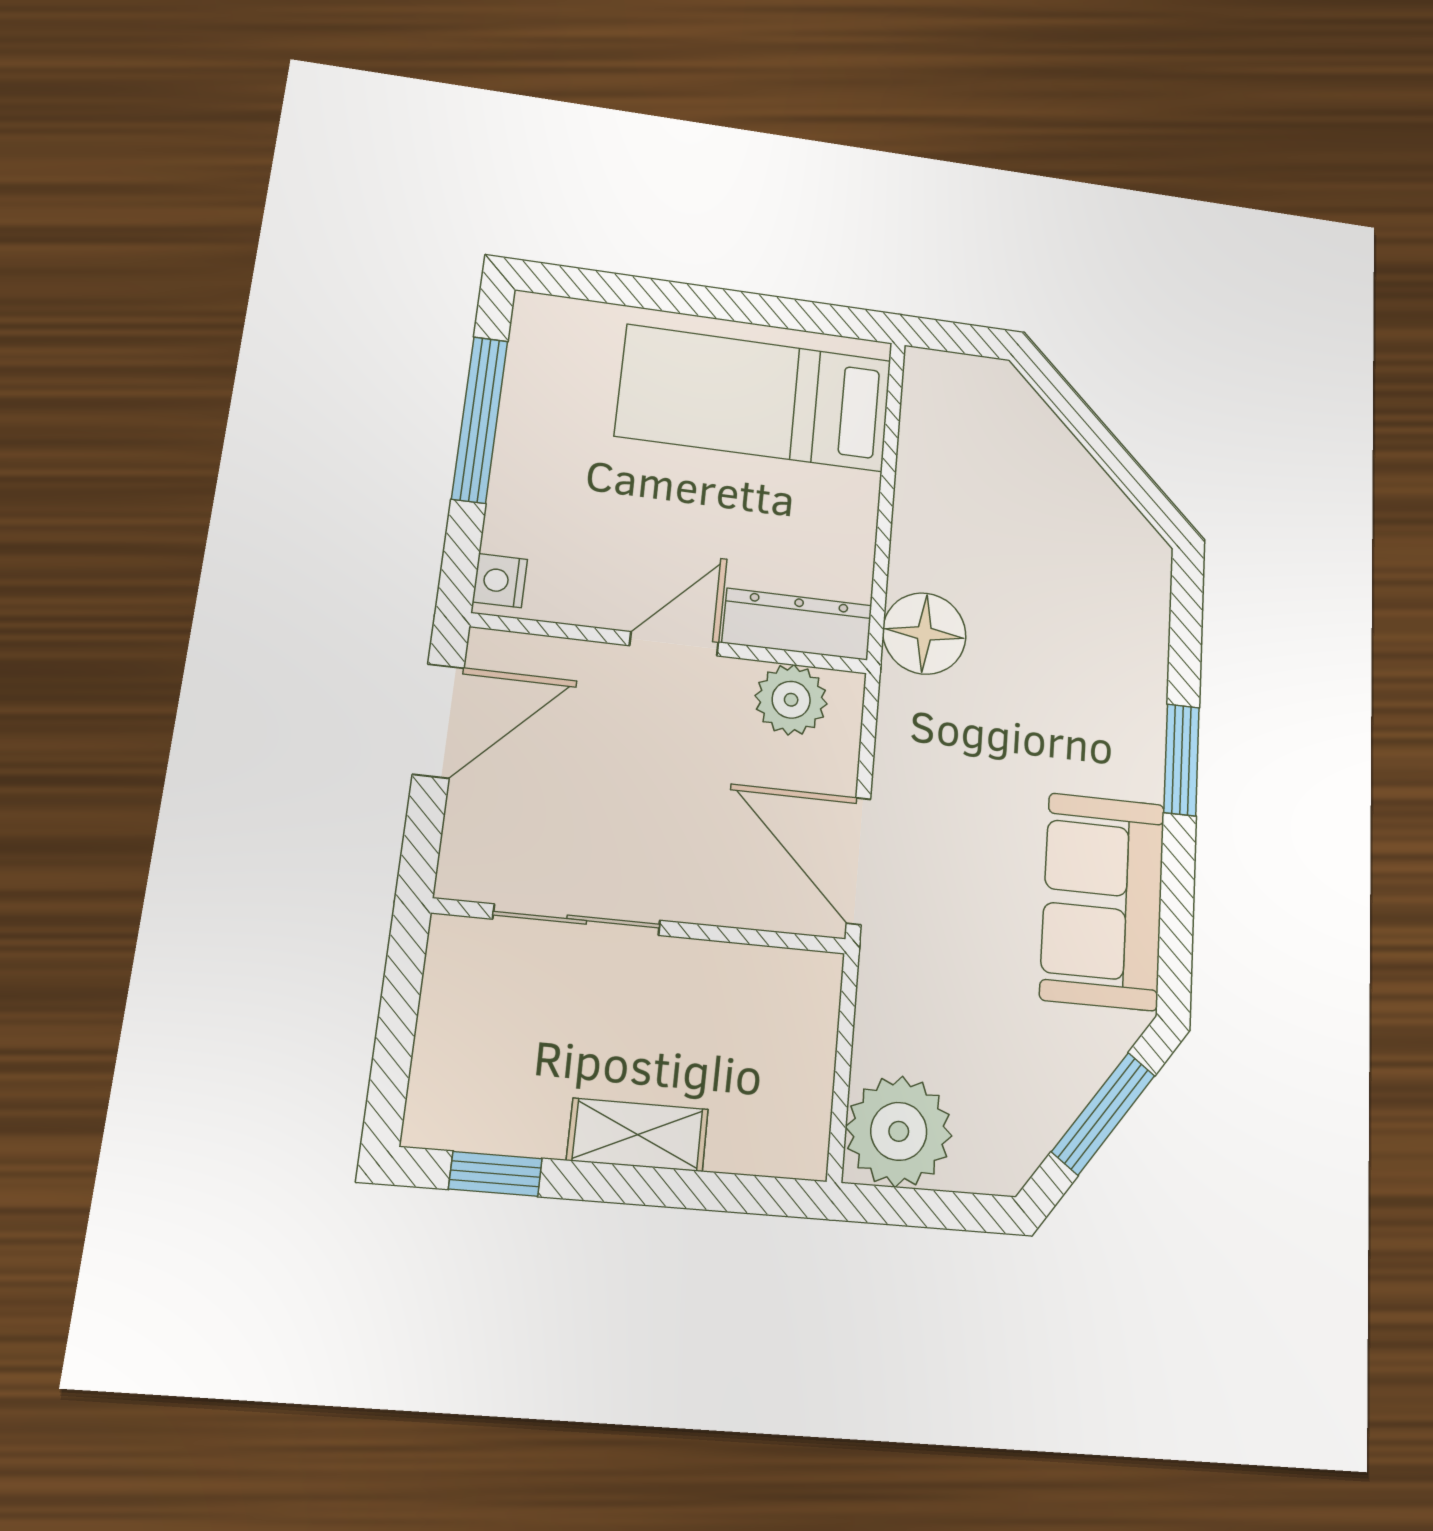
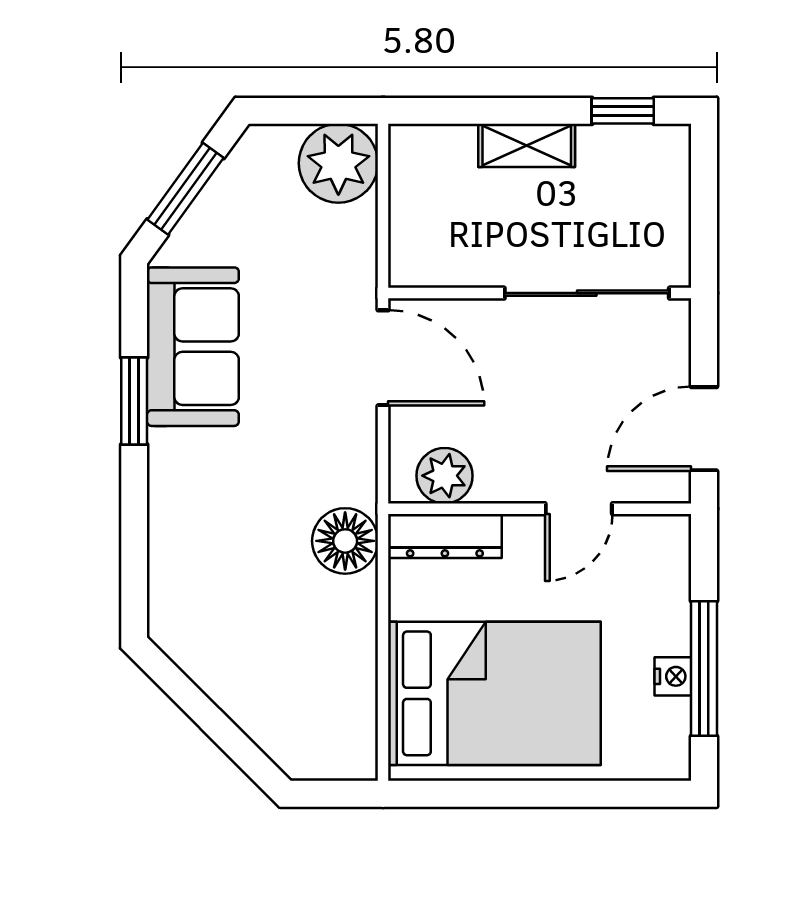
bed: (755, 398) -> (494, 693), width x1.50
nightstand: (500, 581) -> (673, 676), moved
door: (674, 644) -> (579, 509), moved
window: (1182, 760) -> (134, 401), moved
sliding door: (577, 920) -> (587, 293), width x1.37

